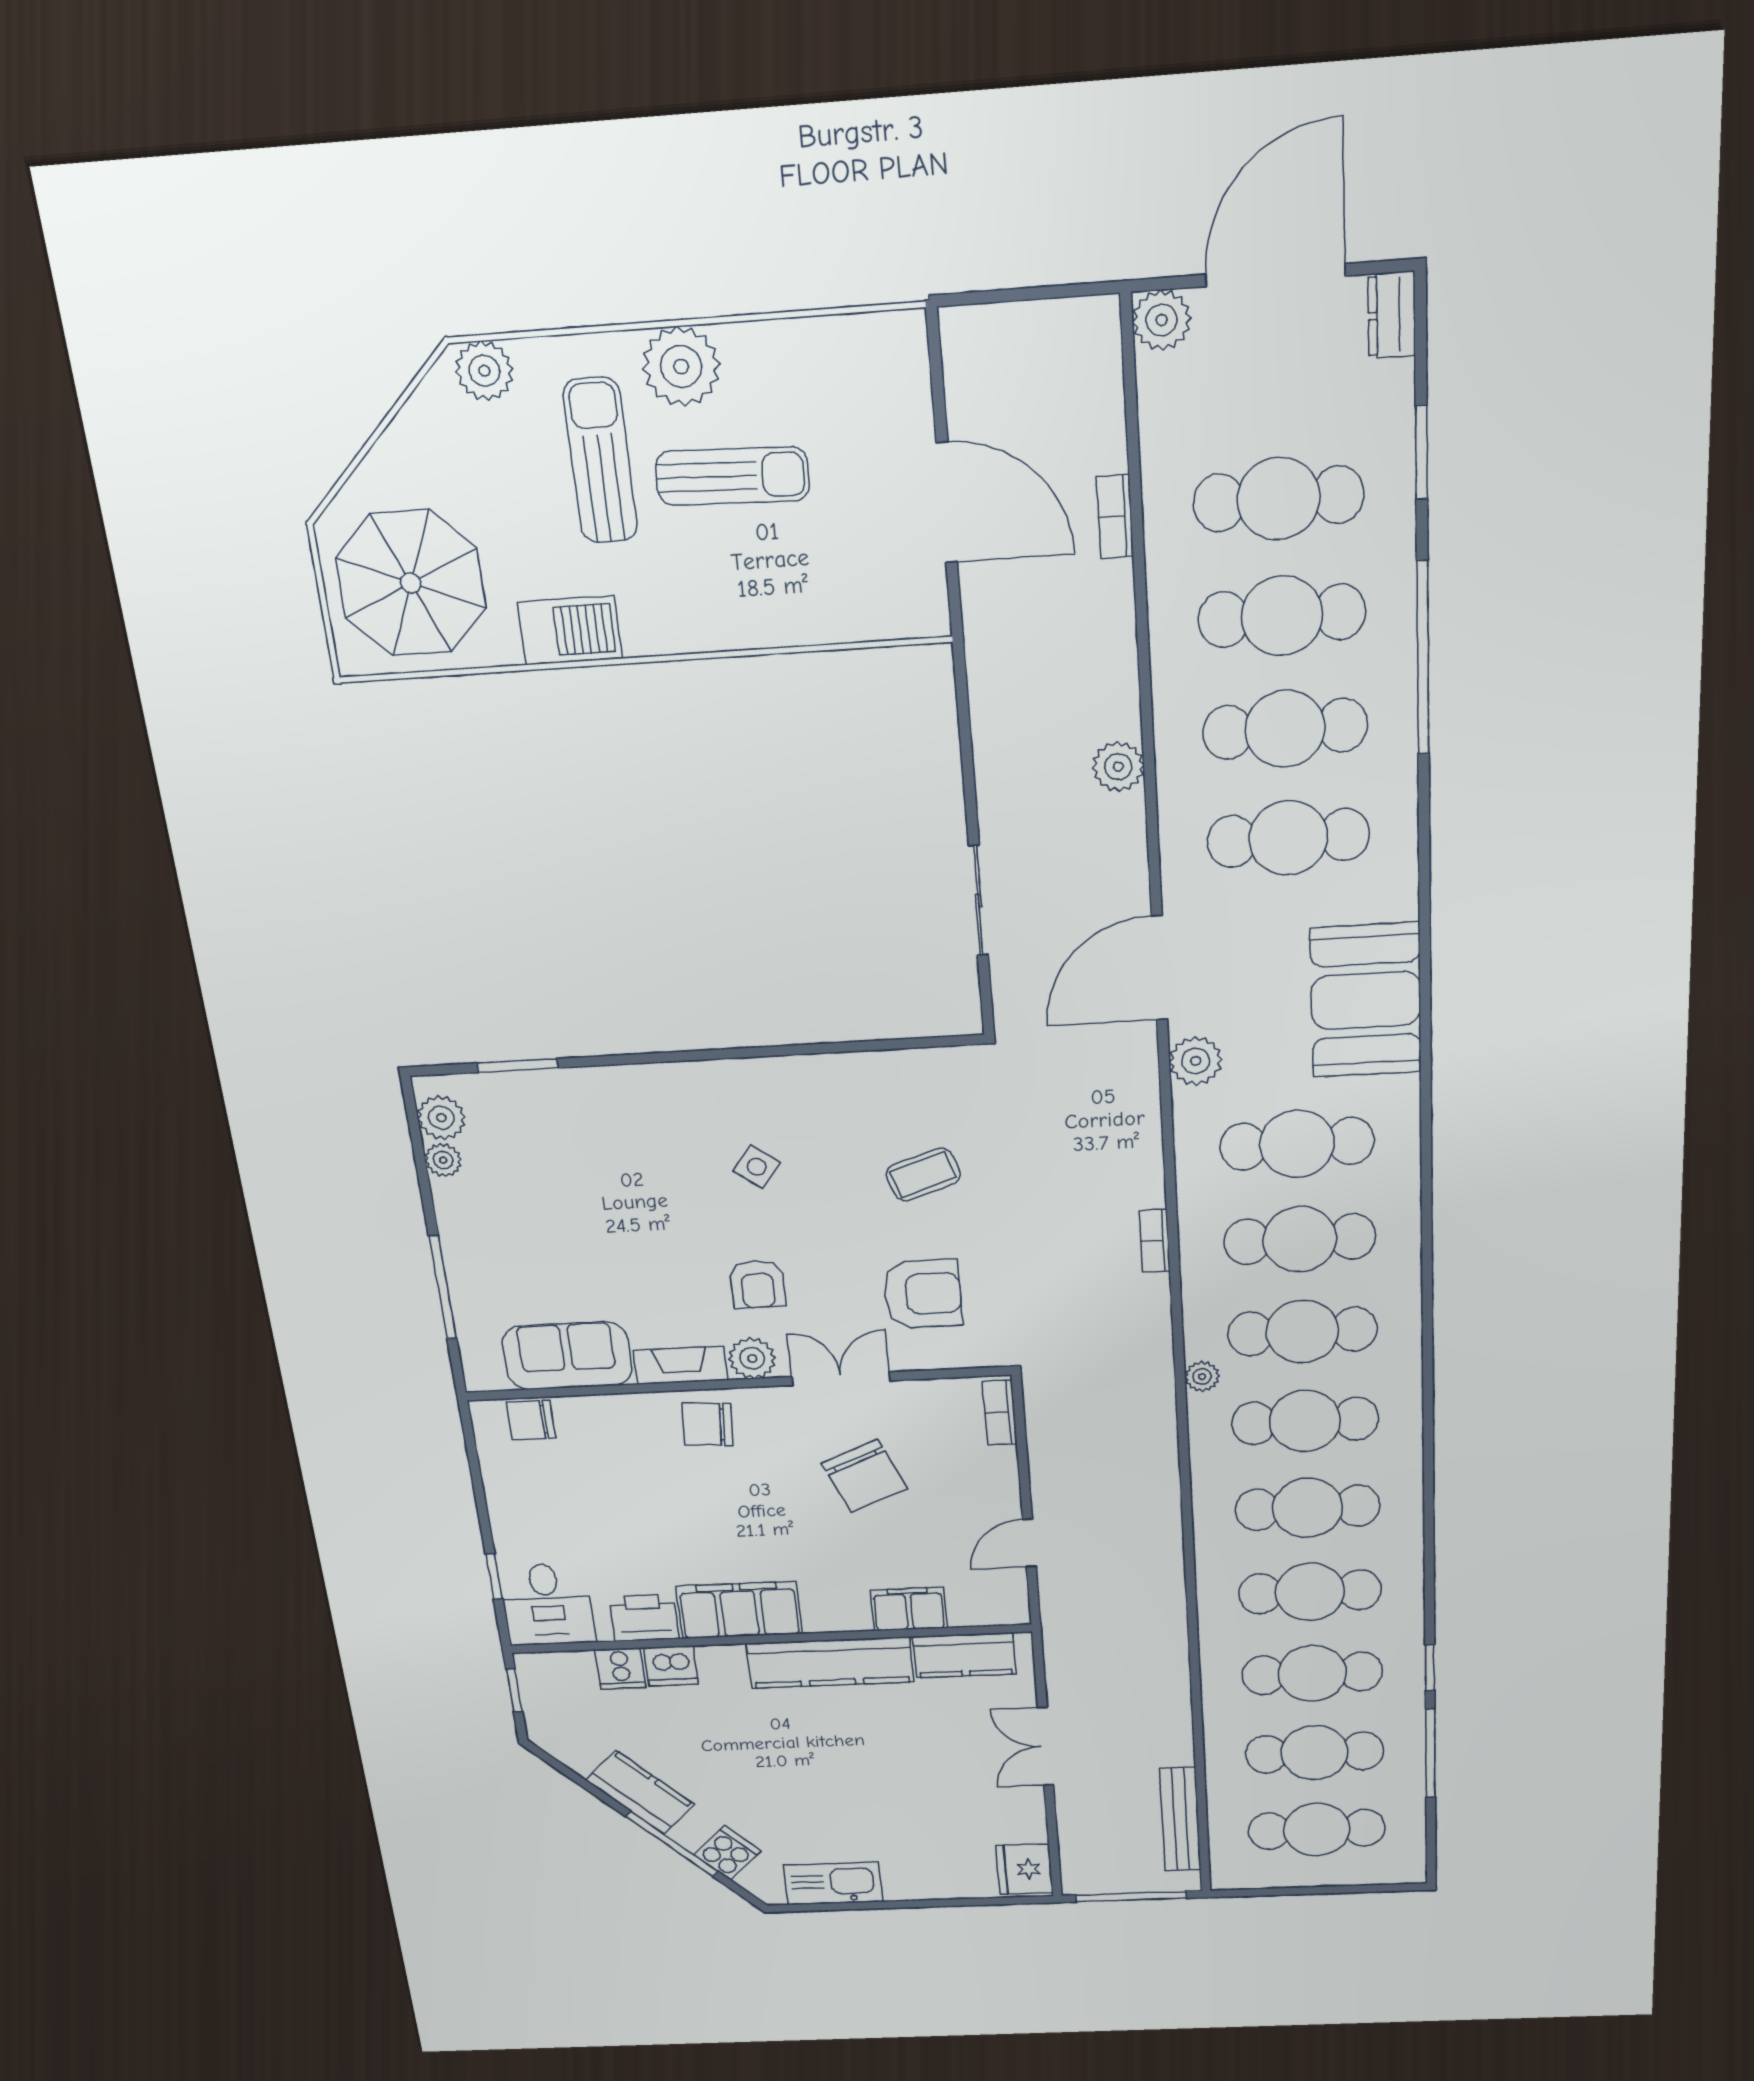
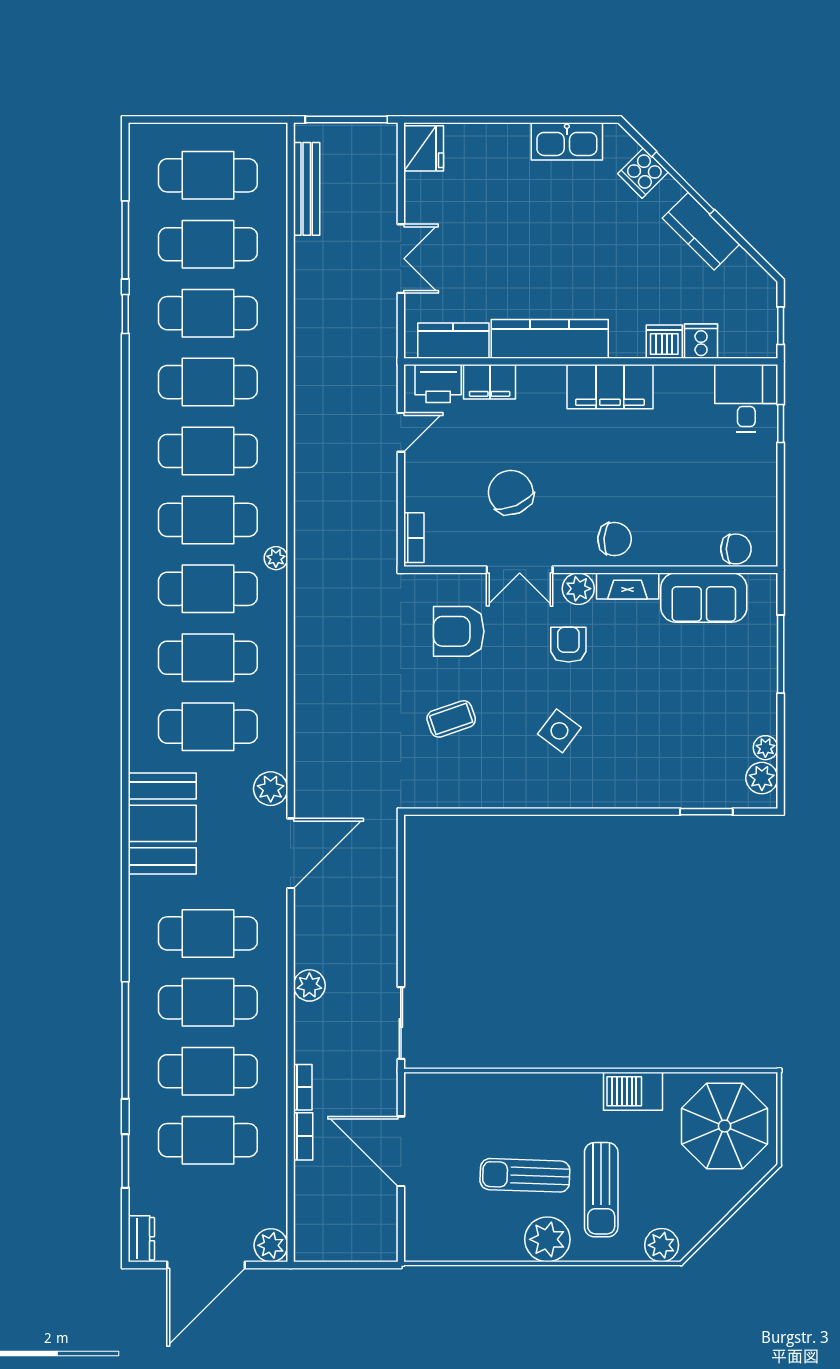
sliding door: (978, 901) -> (401, 1023), moved
side table: (757, 1167) -> (559, 731), width x1.37, depth x1.37
bookcase: (1155, 1241) -> (303, 1087), moved
printer: (644, 1618) -> (438, 384), moved

